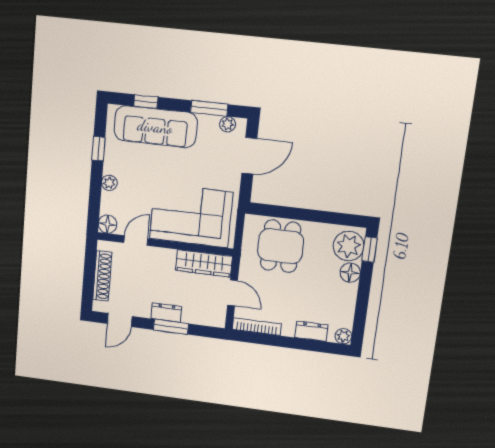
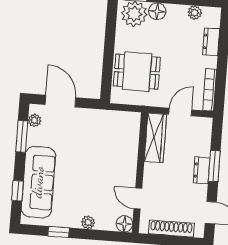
corner sofa: (191, 216) -> (114, 150), removed
plant: (343, 336) -> (195, 13), moved

